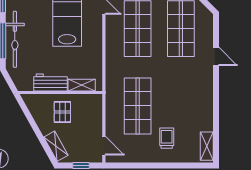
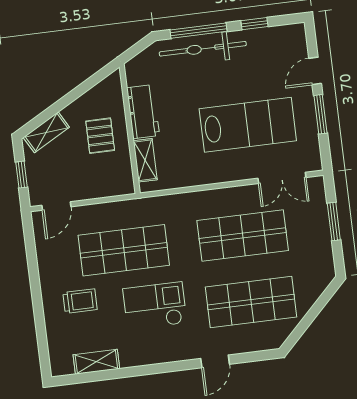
checkout: (176, 91) -> (155, 306), added
pallet: (62, 112) -> (100, 136), turned 90
shelving: (207, 146) -> (96, 362), moved

